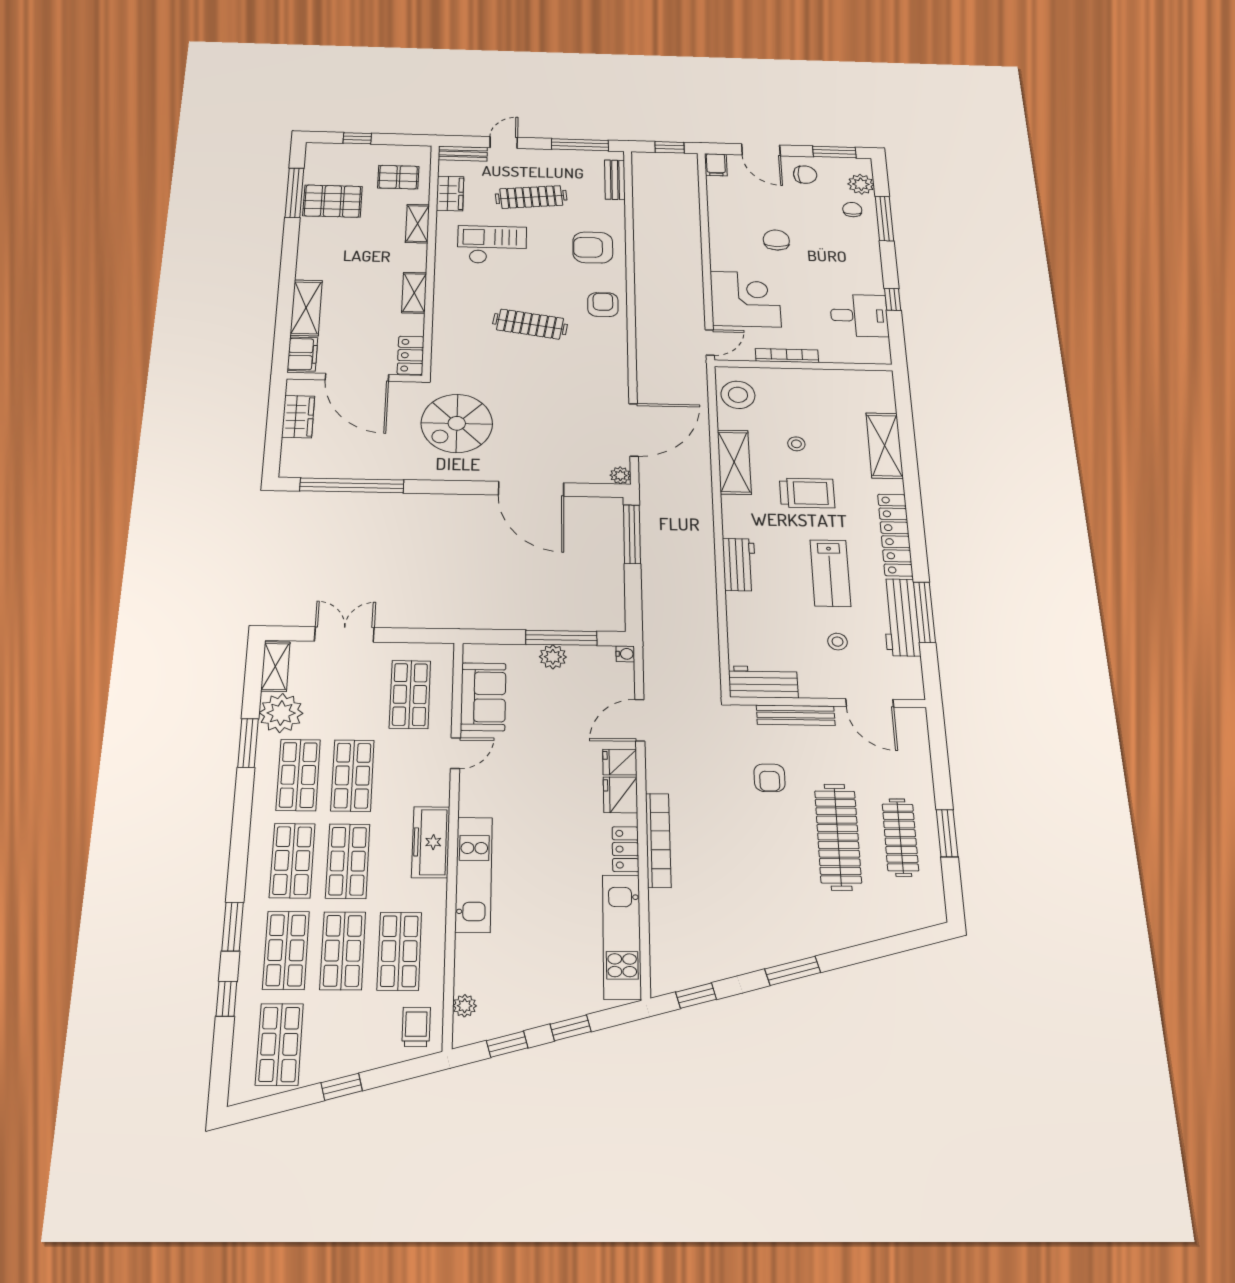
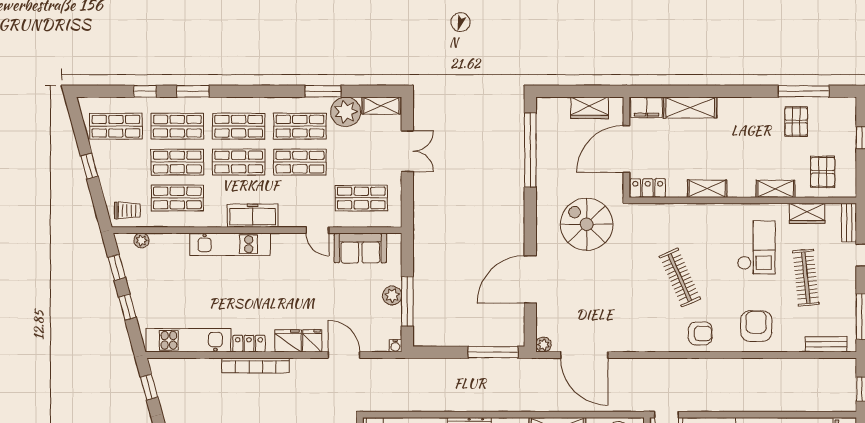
pallet: (333, 201) -> (796, 122), width x0.67, depth x0.71
clothes rail: (530, 324) -> (680, 278), turned -33

